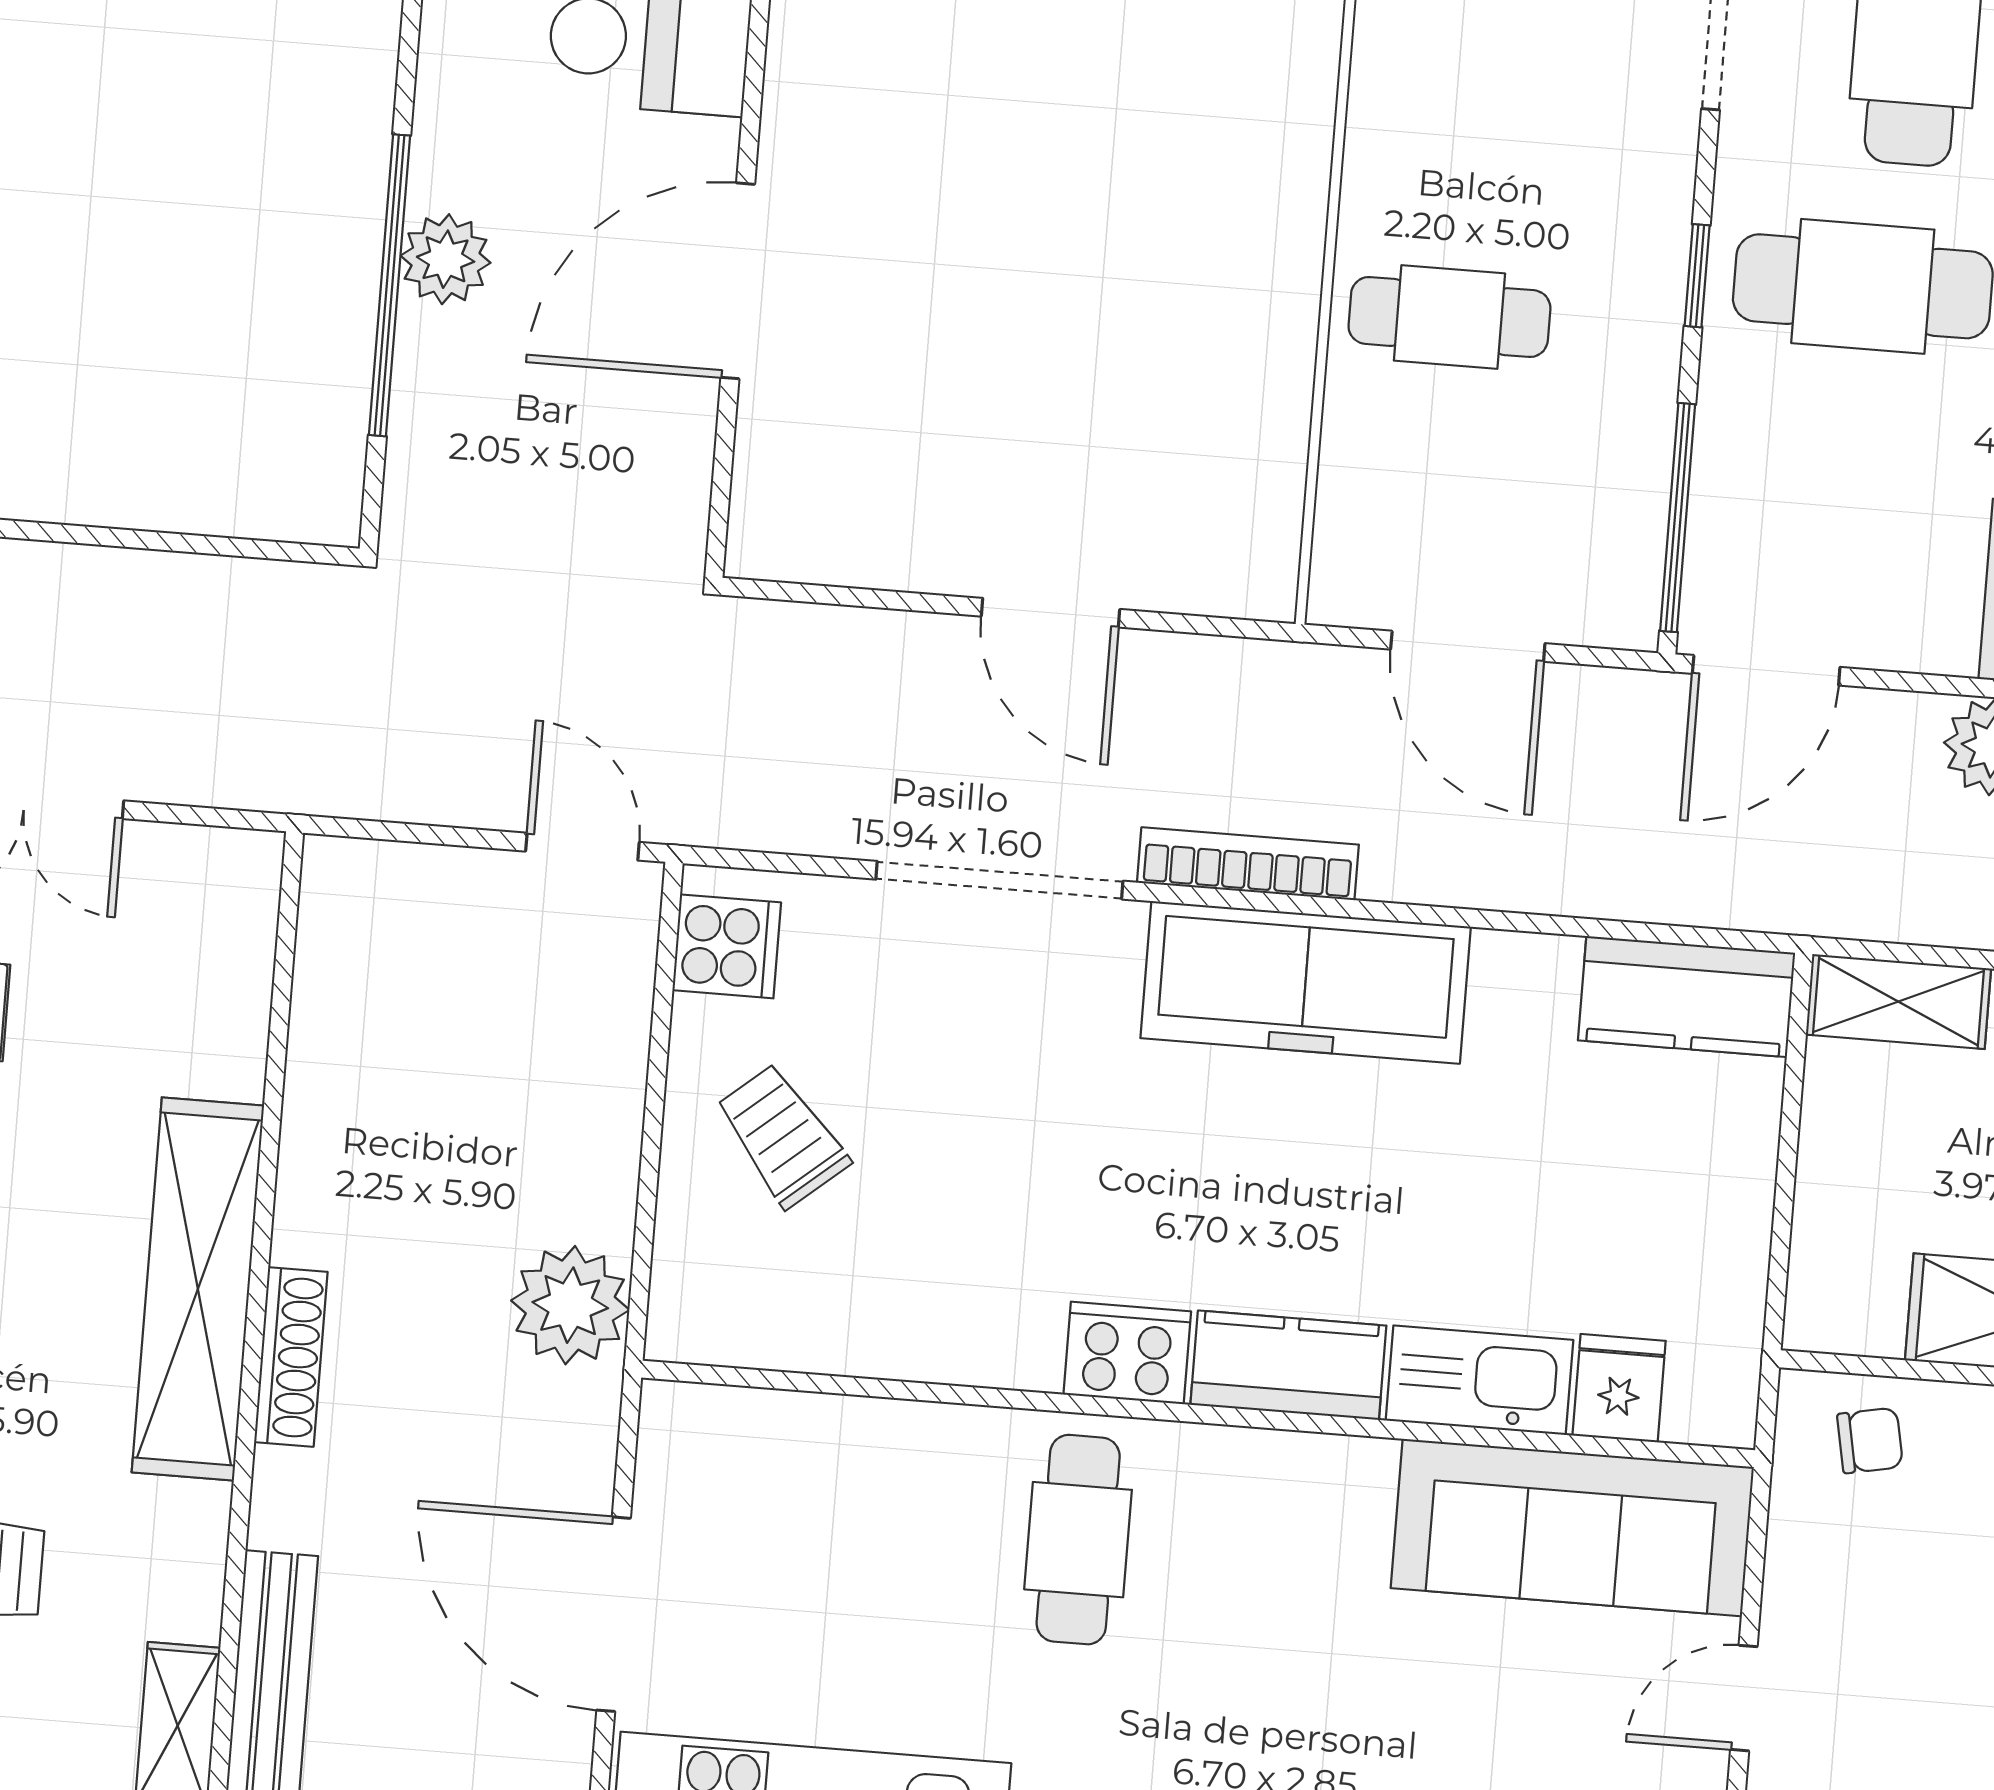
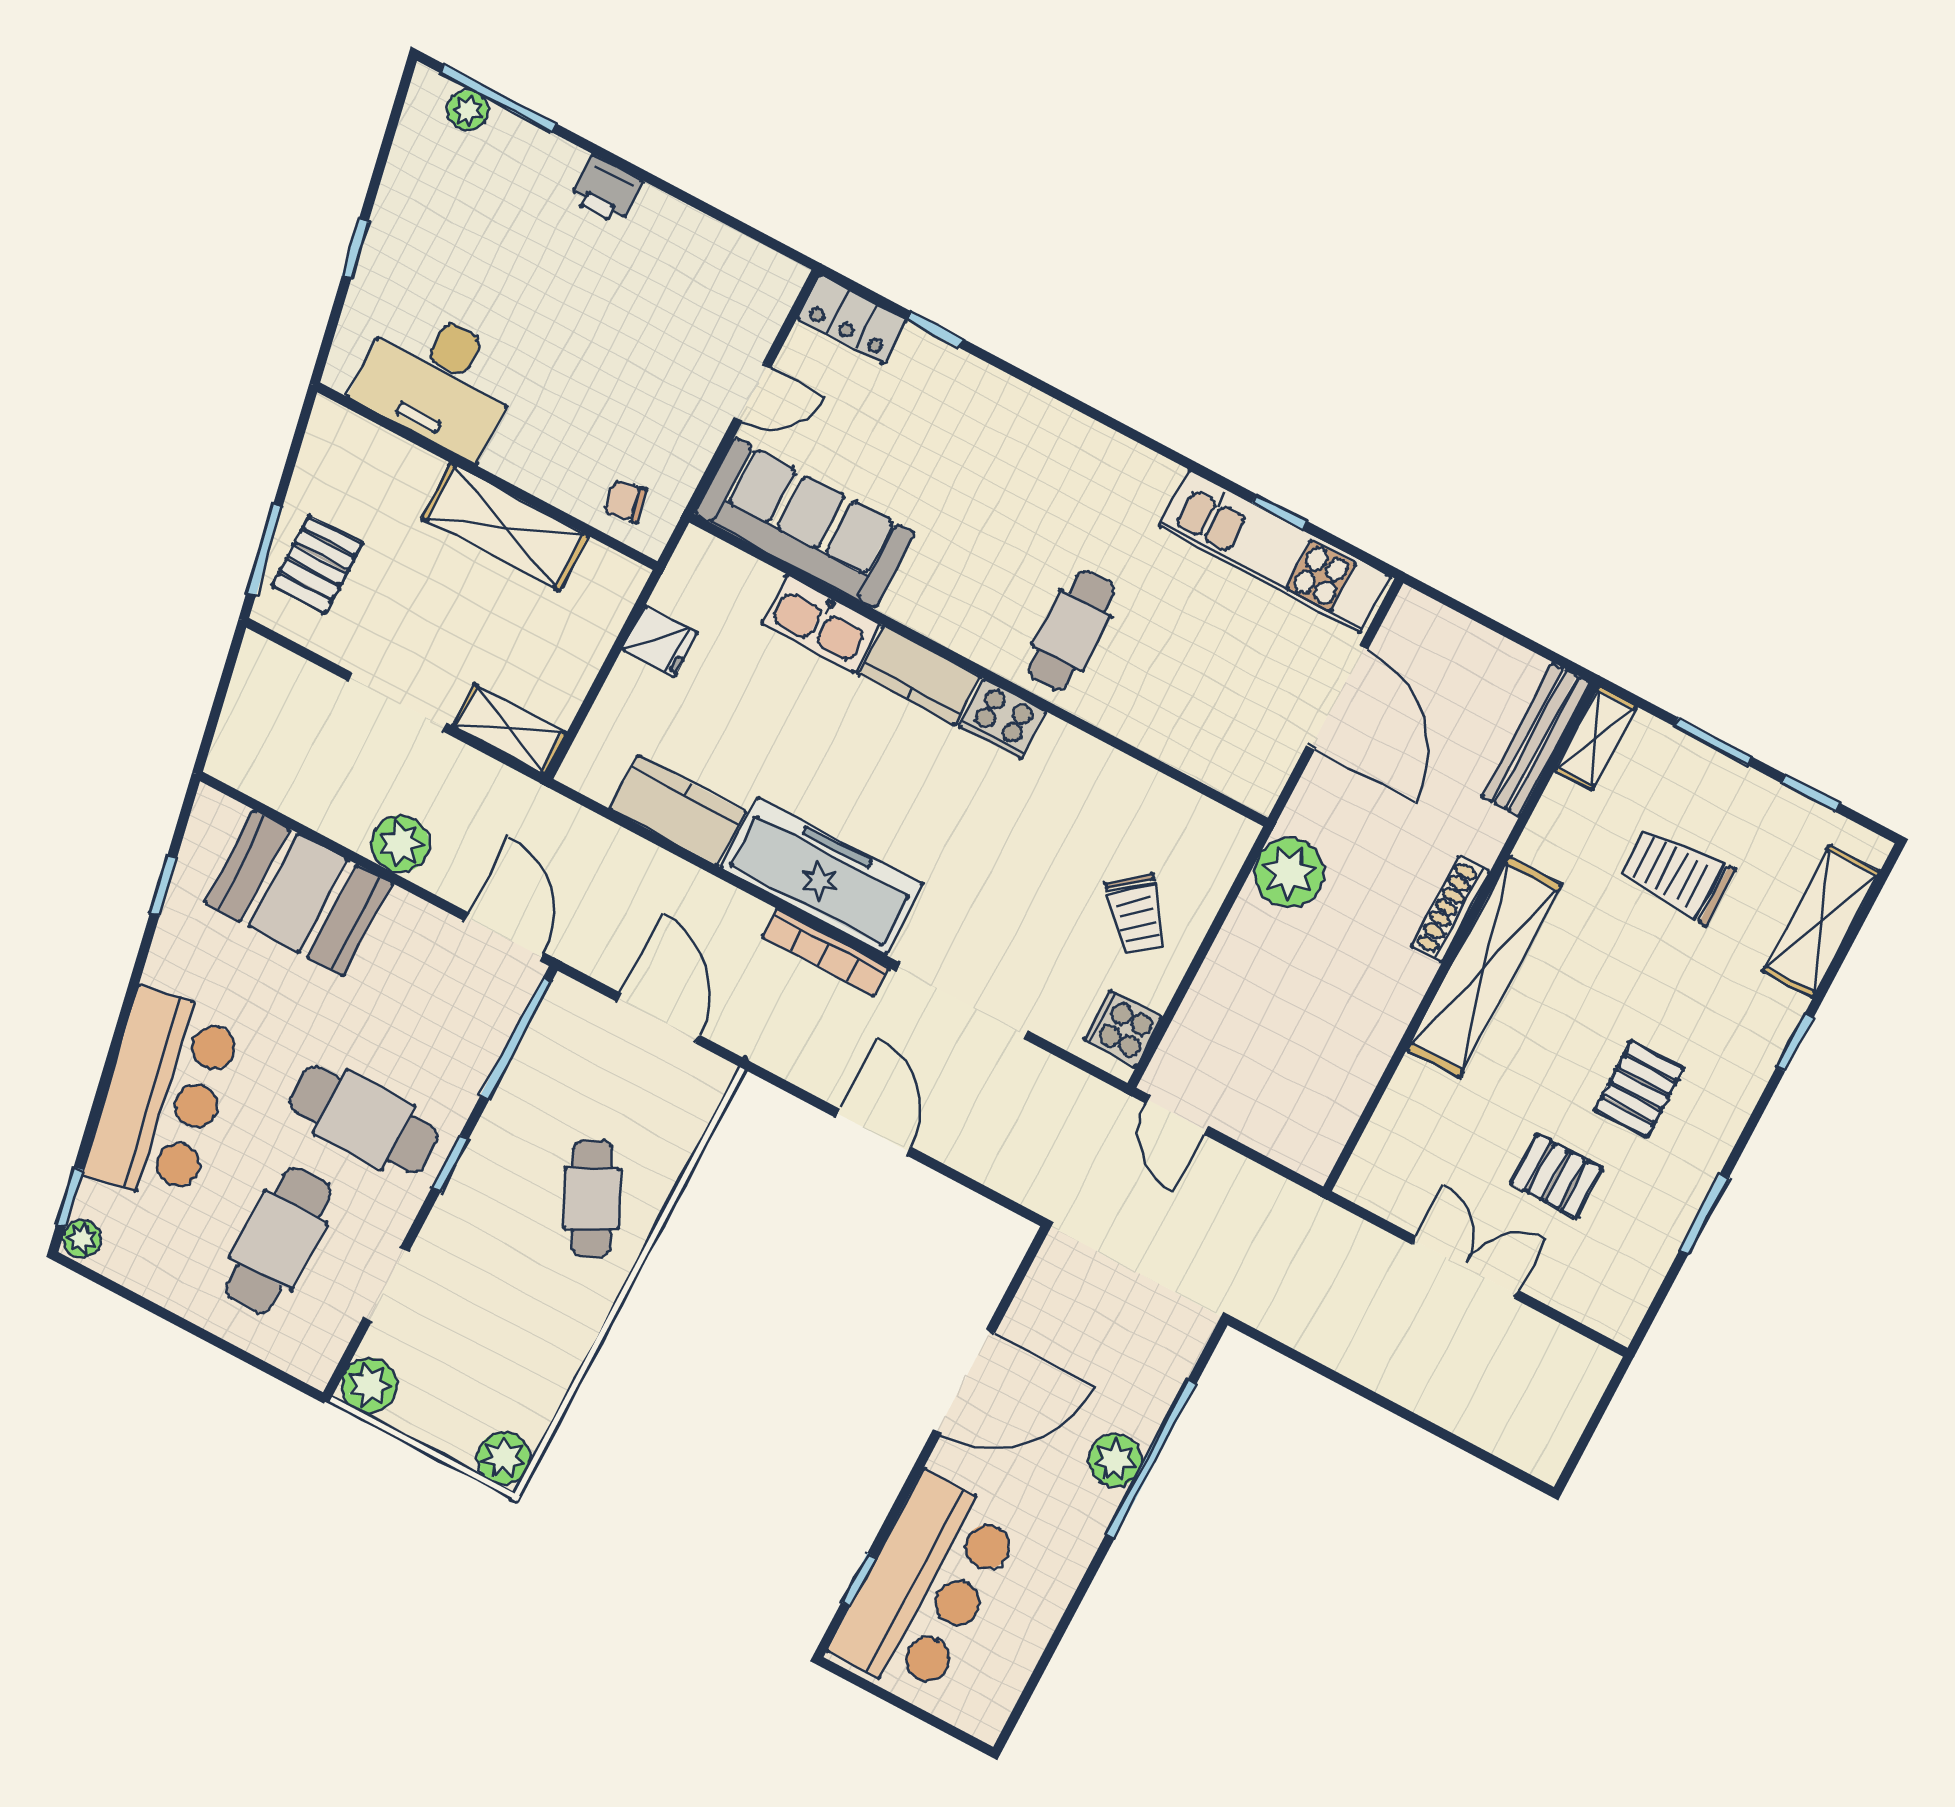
cafe table: (1449, 317) -> (592, 1198), turned 63
door: (1766, 670) -> (504, 937), hinge flipped
kitchen counter: (1687, 997) -> (678, 810), moved
fridge: (1619, 1388) -> (660, 641), moved, turned -90

